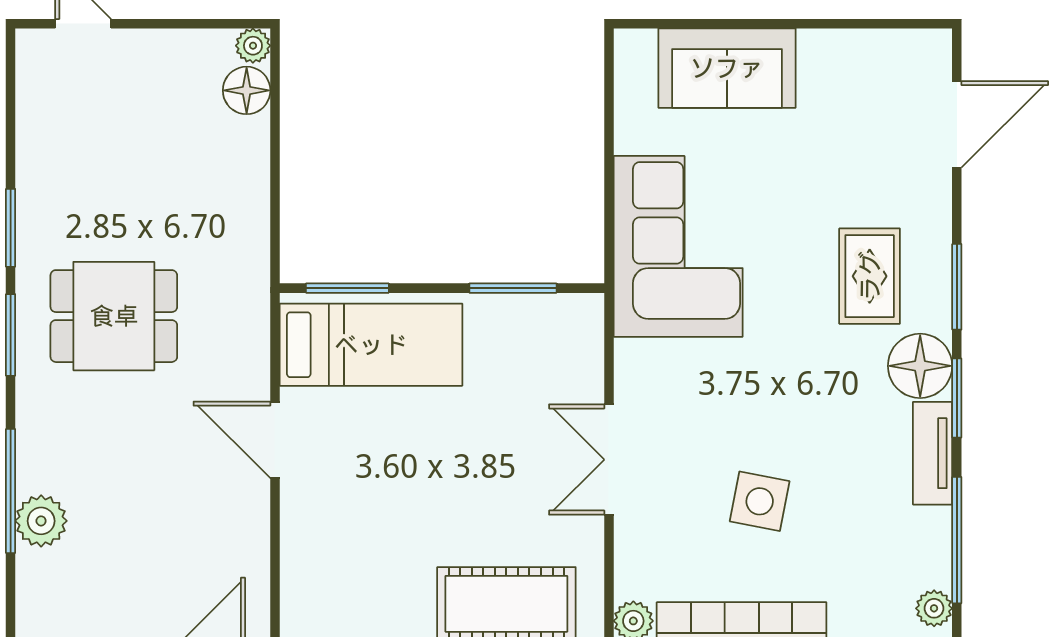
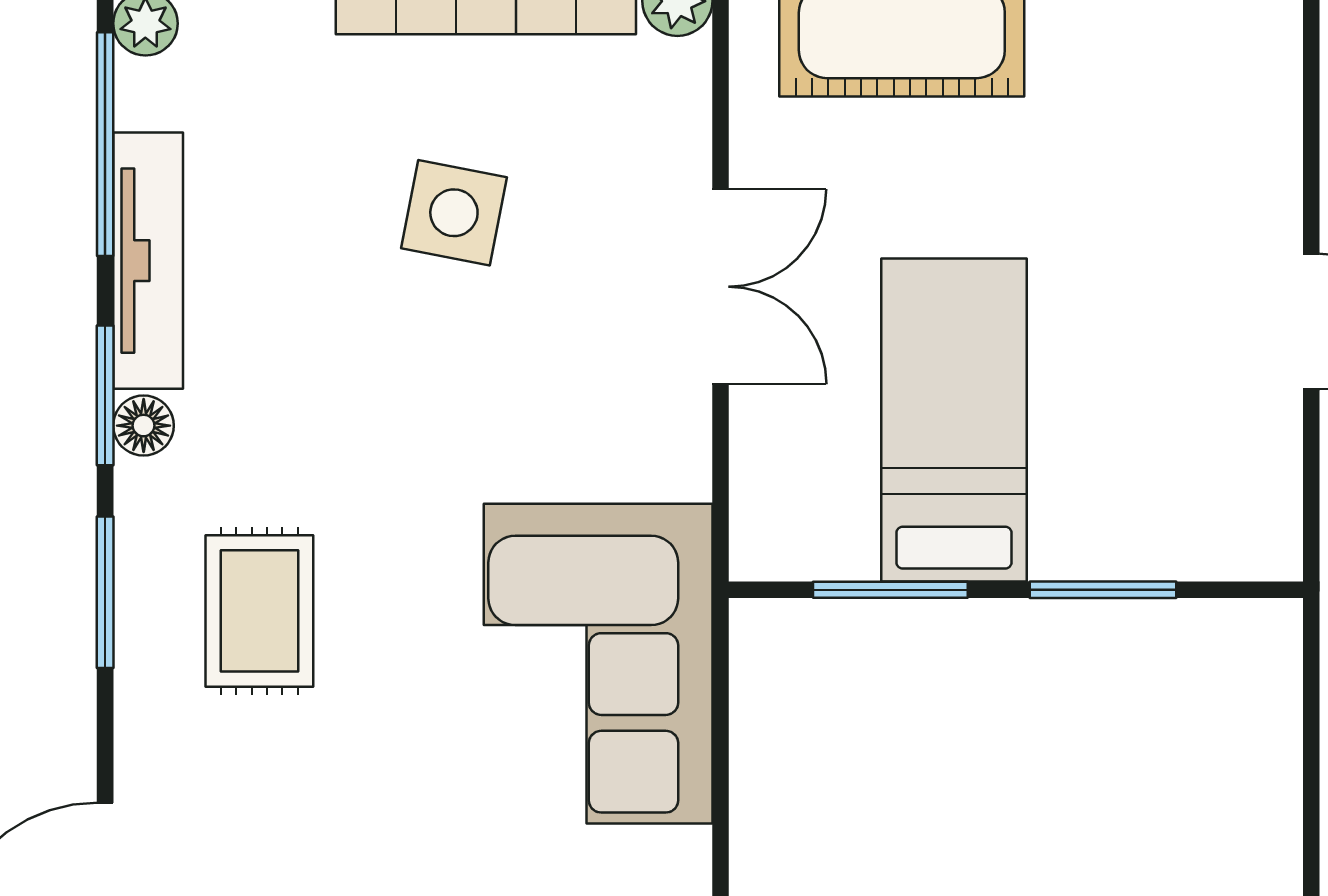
window: (347, 288) -> (1103, 590), moved
bed: (371, 345) -> (954, 420), moved, turned 90
floor lamp: (920, 366) -> (144, 426), width x0.53, depth x0.53
tv unit: (933, 453) -> (148, 261), width x1.41

